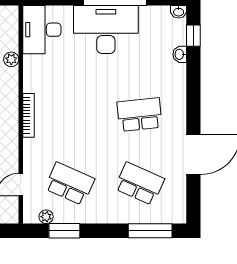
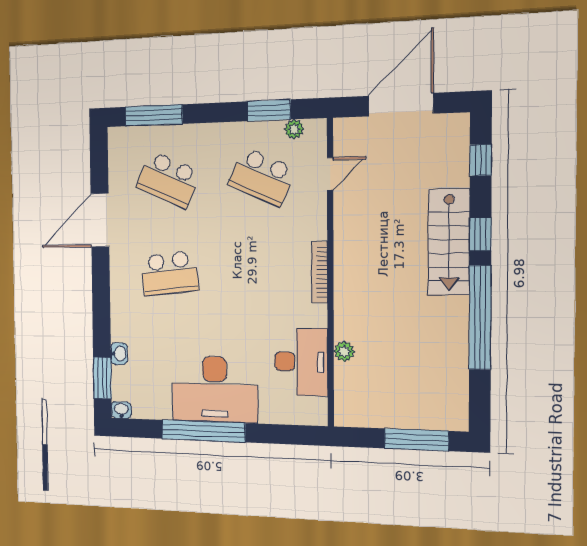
desk: (42, 30) -> (301, 362), moved
window: (193, 36) -> (102, 378), width x1.50

